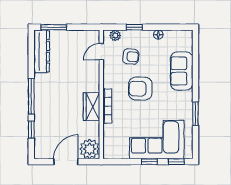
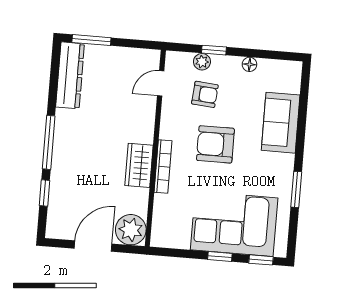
plant: (115, 35) -> (202, 62), moved

